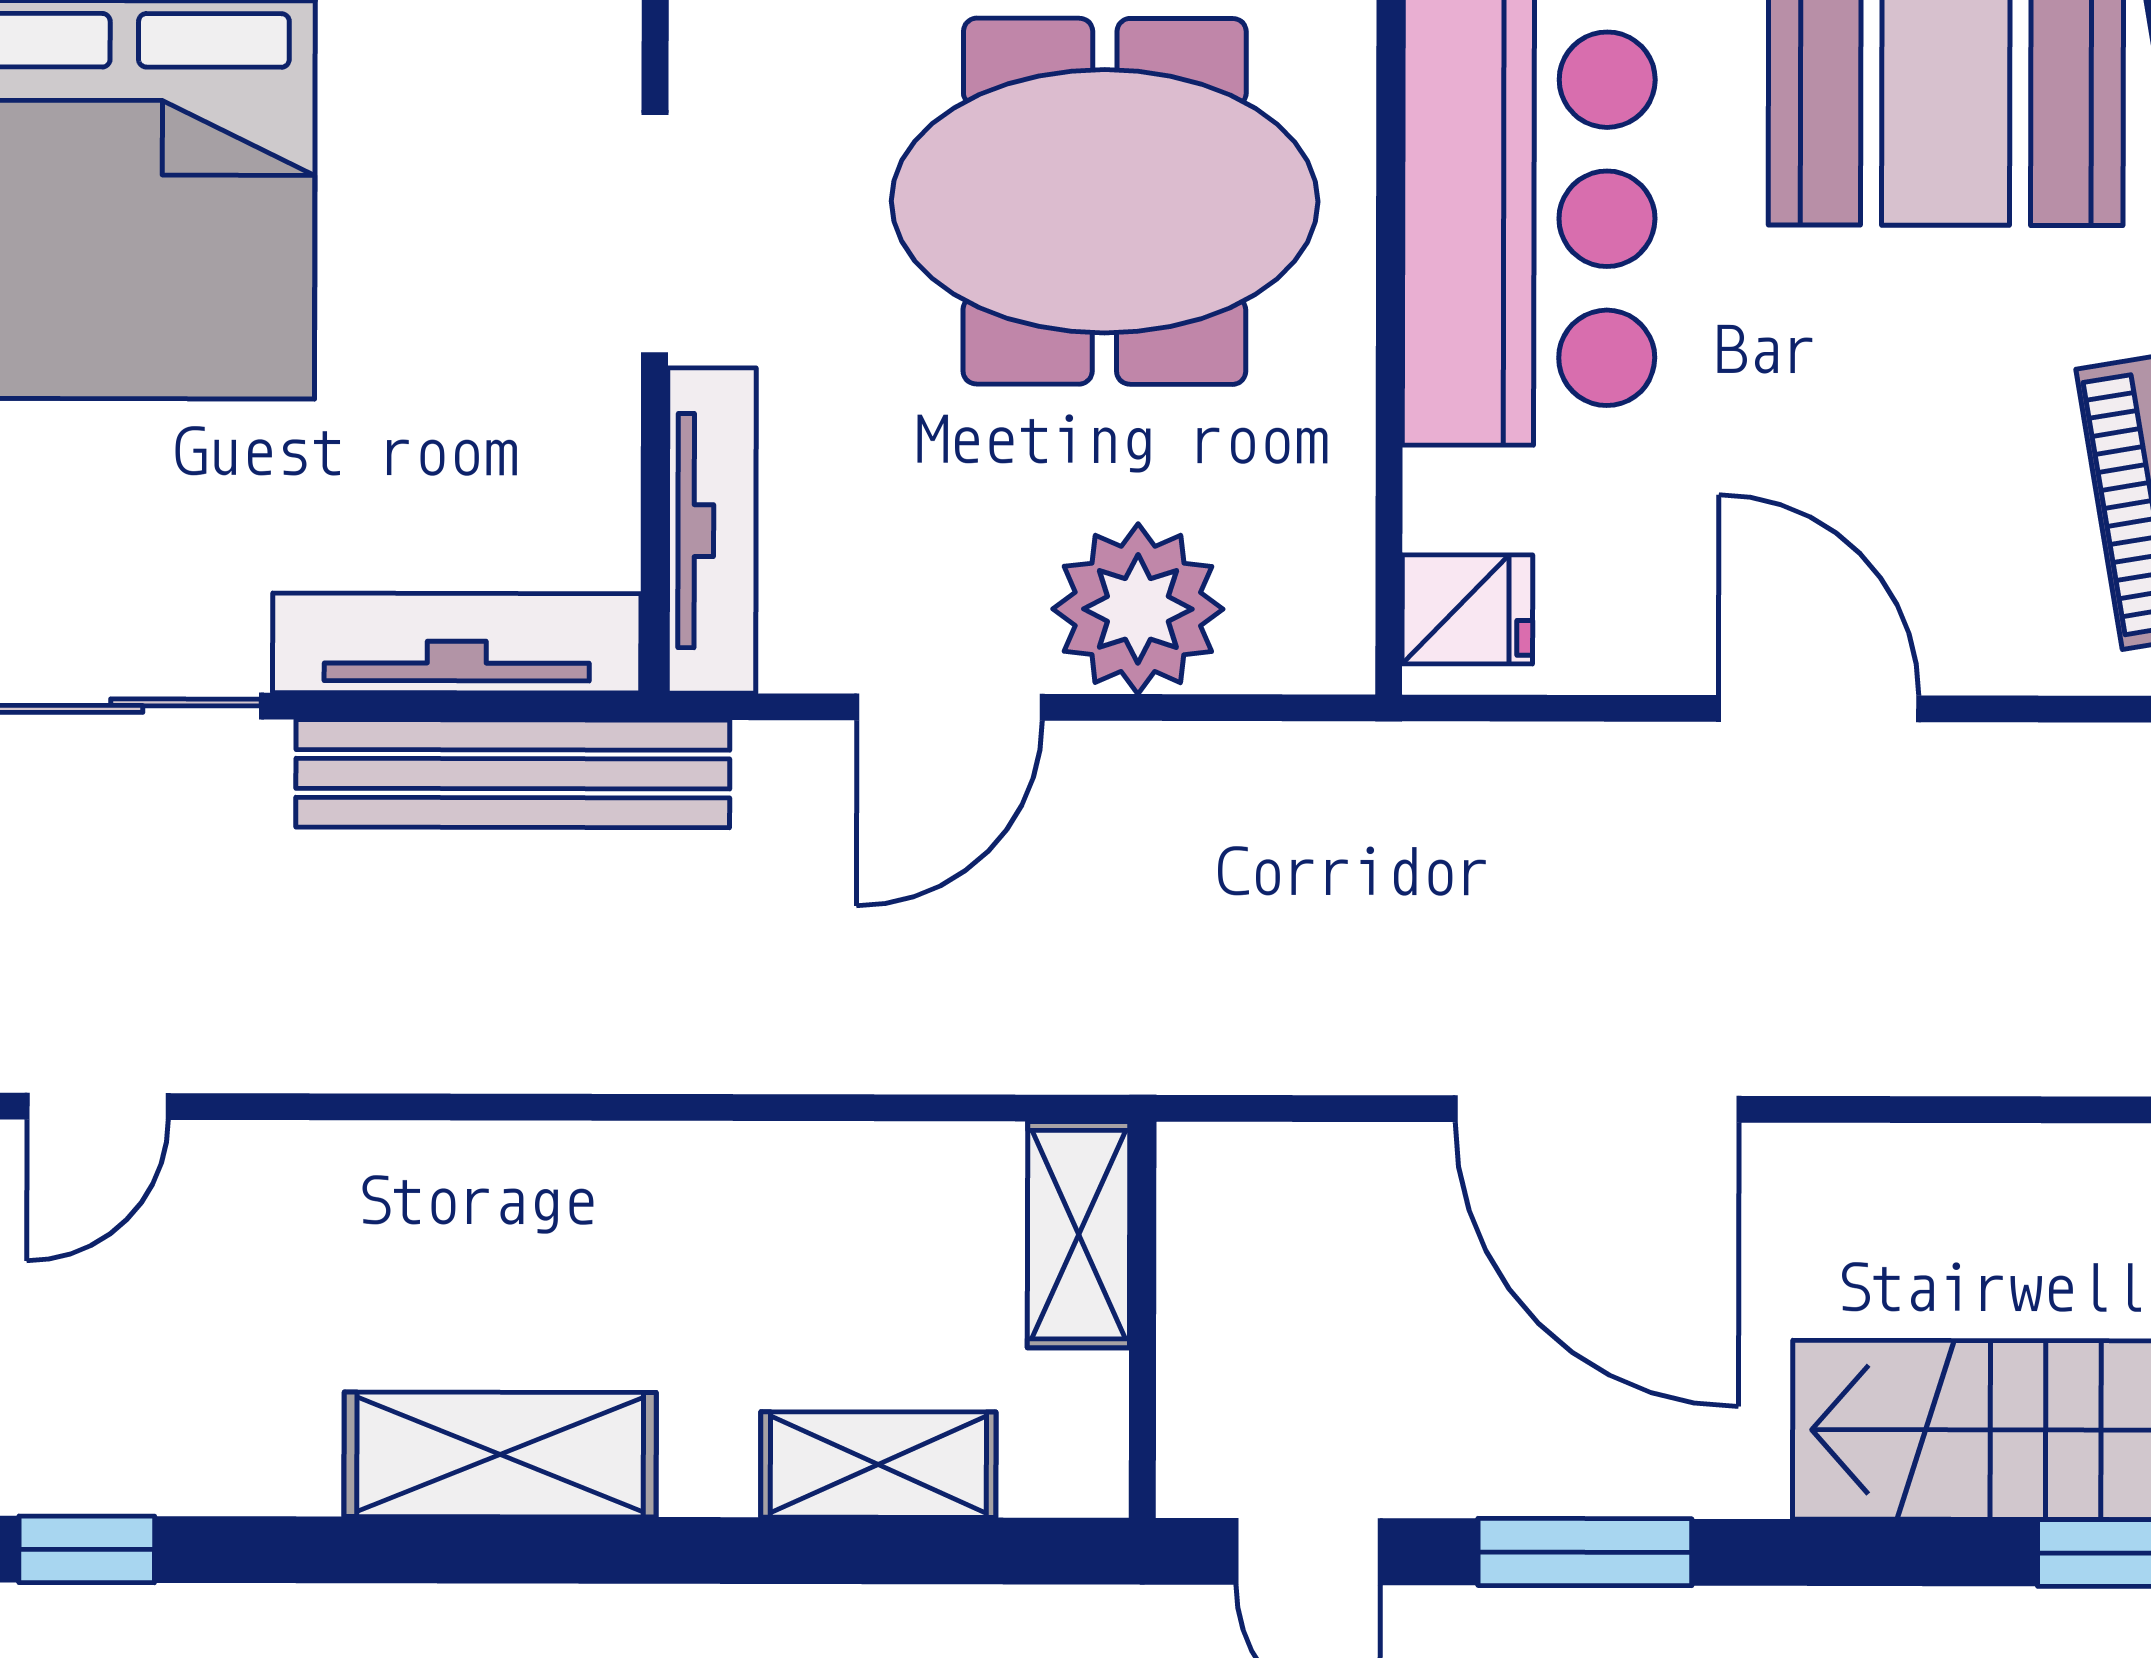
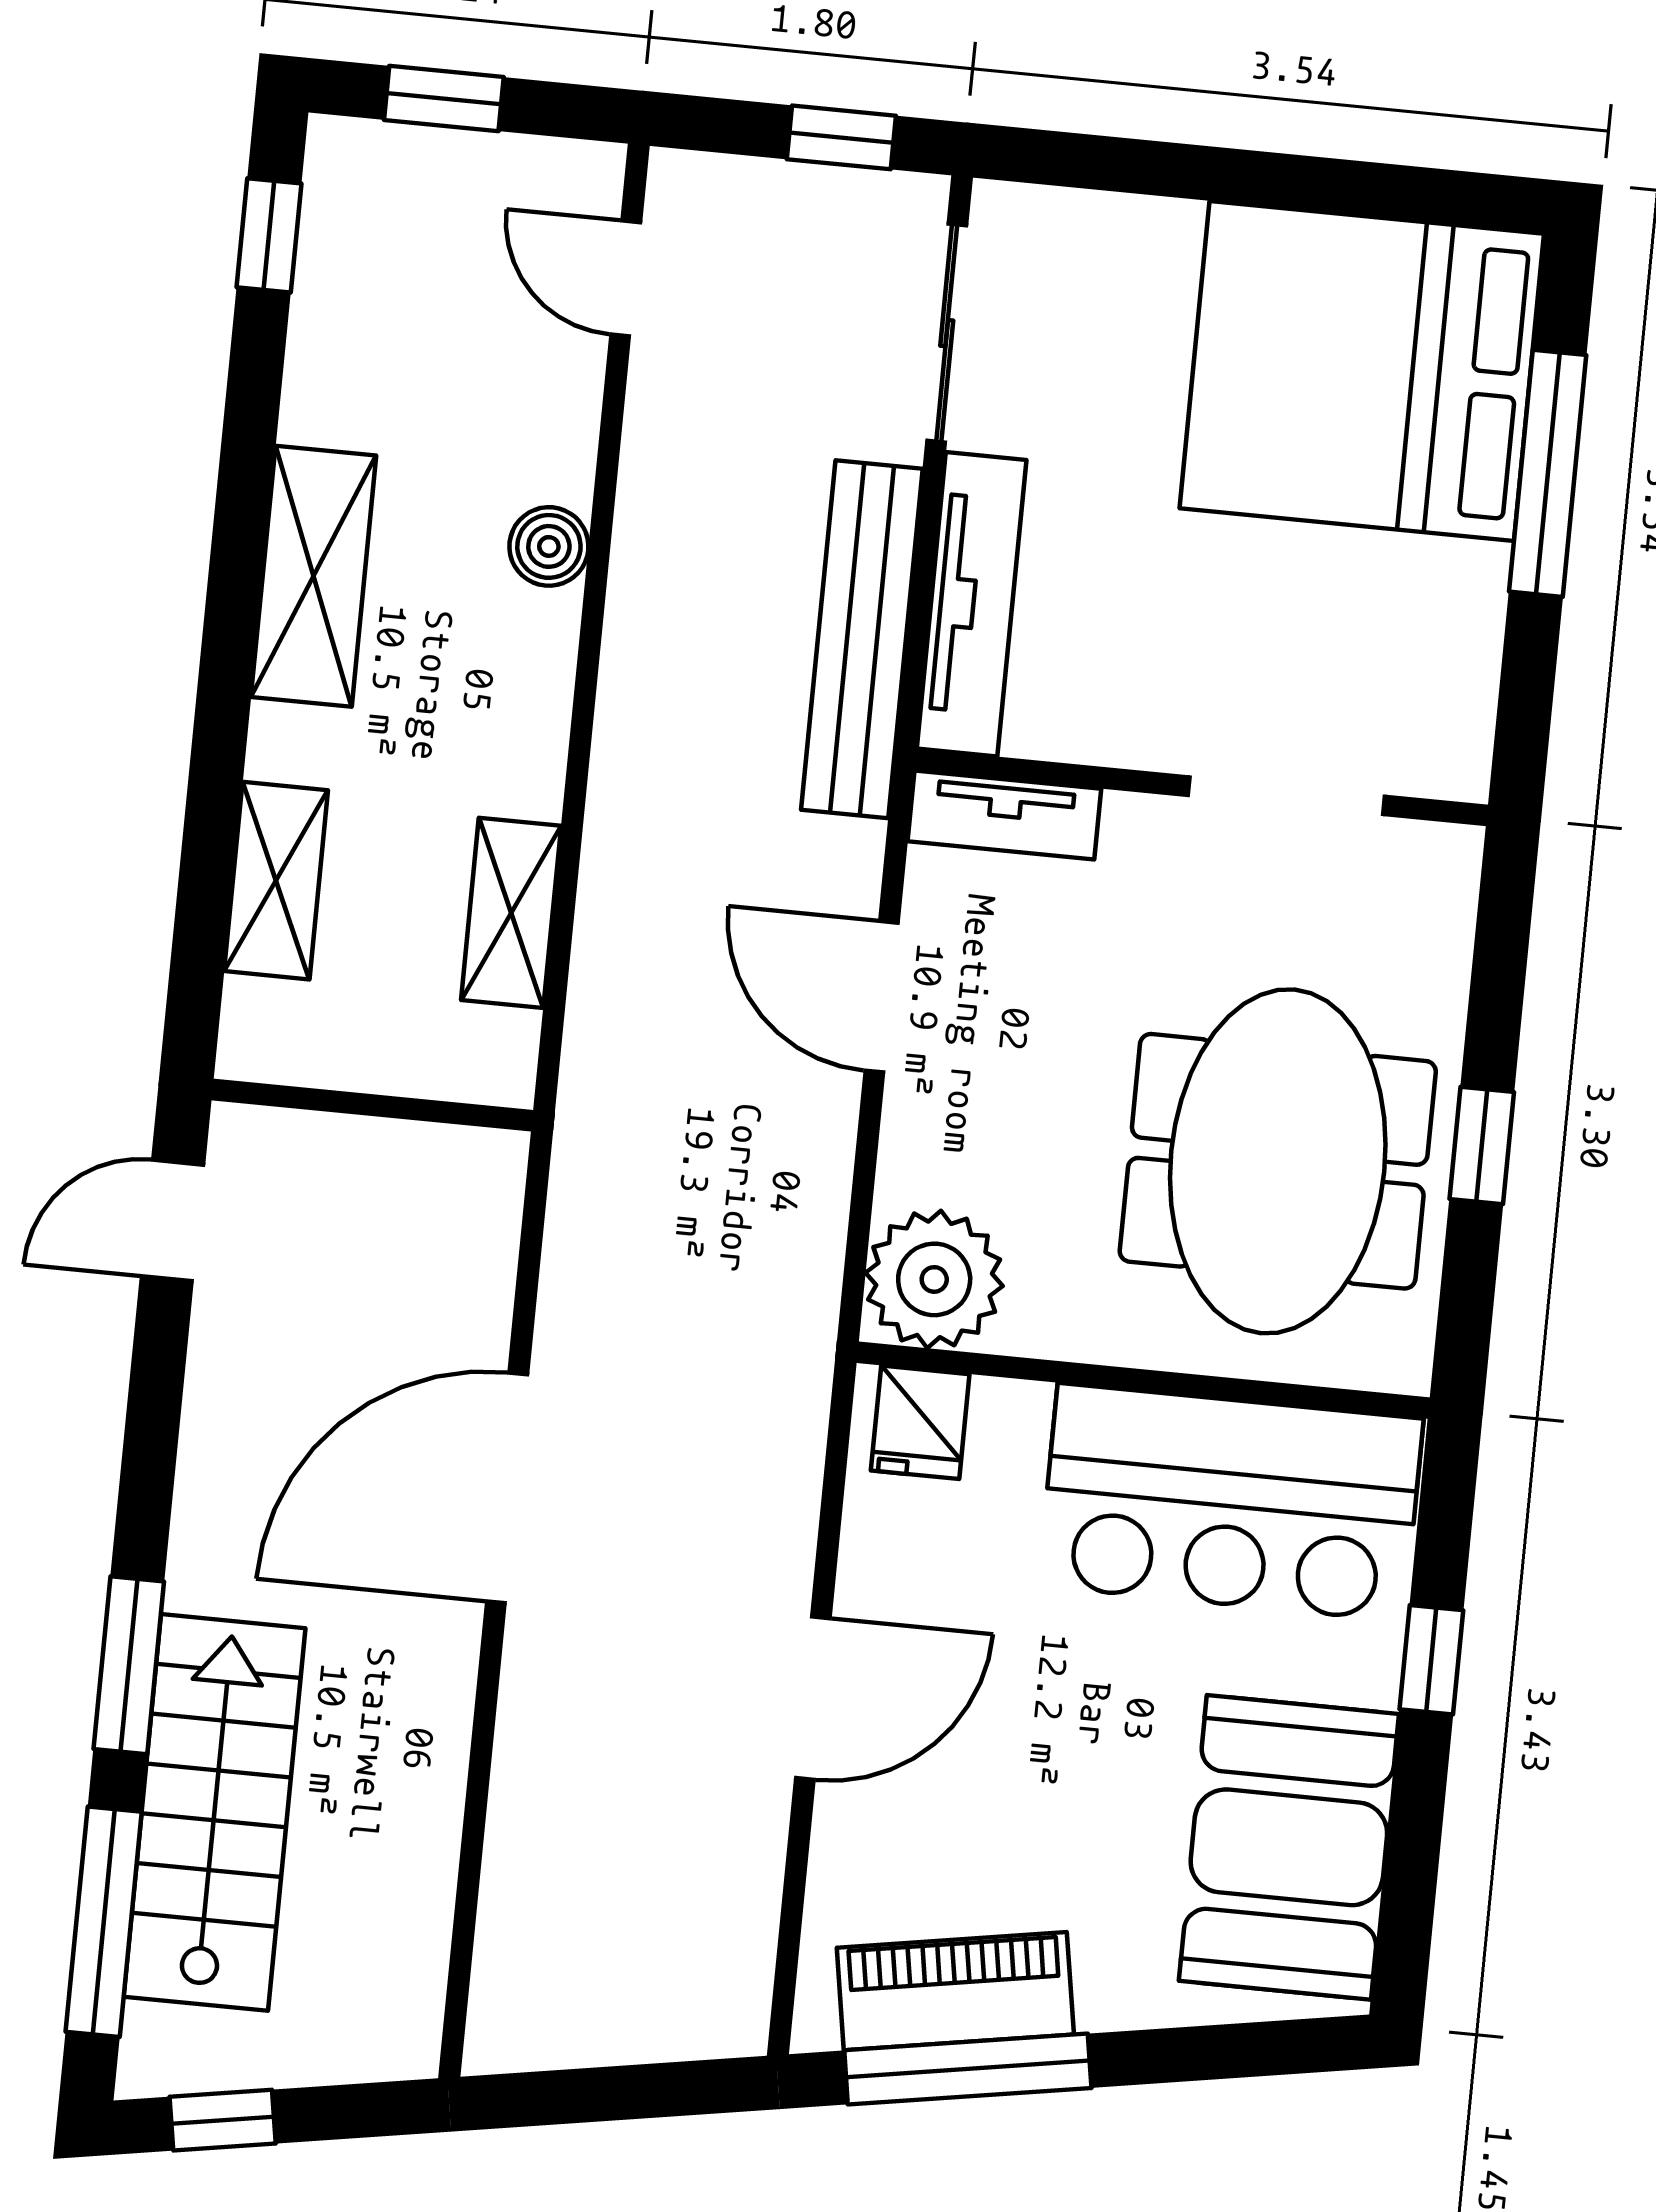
tv unit: (712, 531) -> (1004, 815), width x0.71
plant: (1138, 609) -> (934, 1279), moved
boiler: (436, 1169) -> (549, 546), added
shelving: (1079, 1235) -> (511, 913), moved, turned 90
window: (1585, 1552) -> (129, 1665), moved

